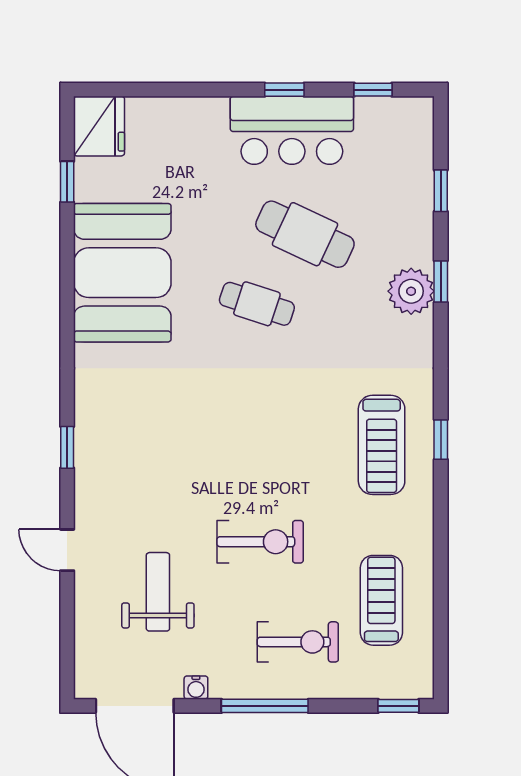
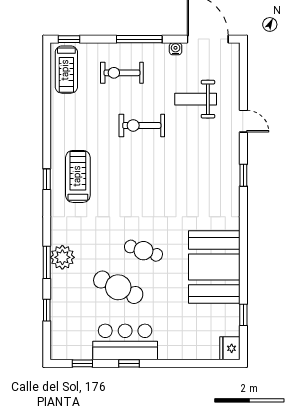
fridge: (99, 126) -> (230, 348), width x0.73, depth x0.75
window: (441, 282) -> (47, 262), width x1.50
weight bench: (158, 592) -> (196, 99), turned 90
treadmill: (381, 600) -> (66, 70), moved

